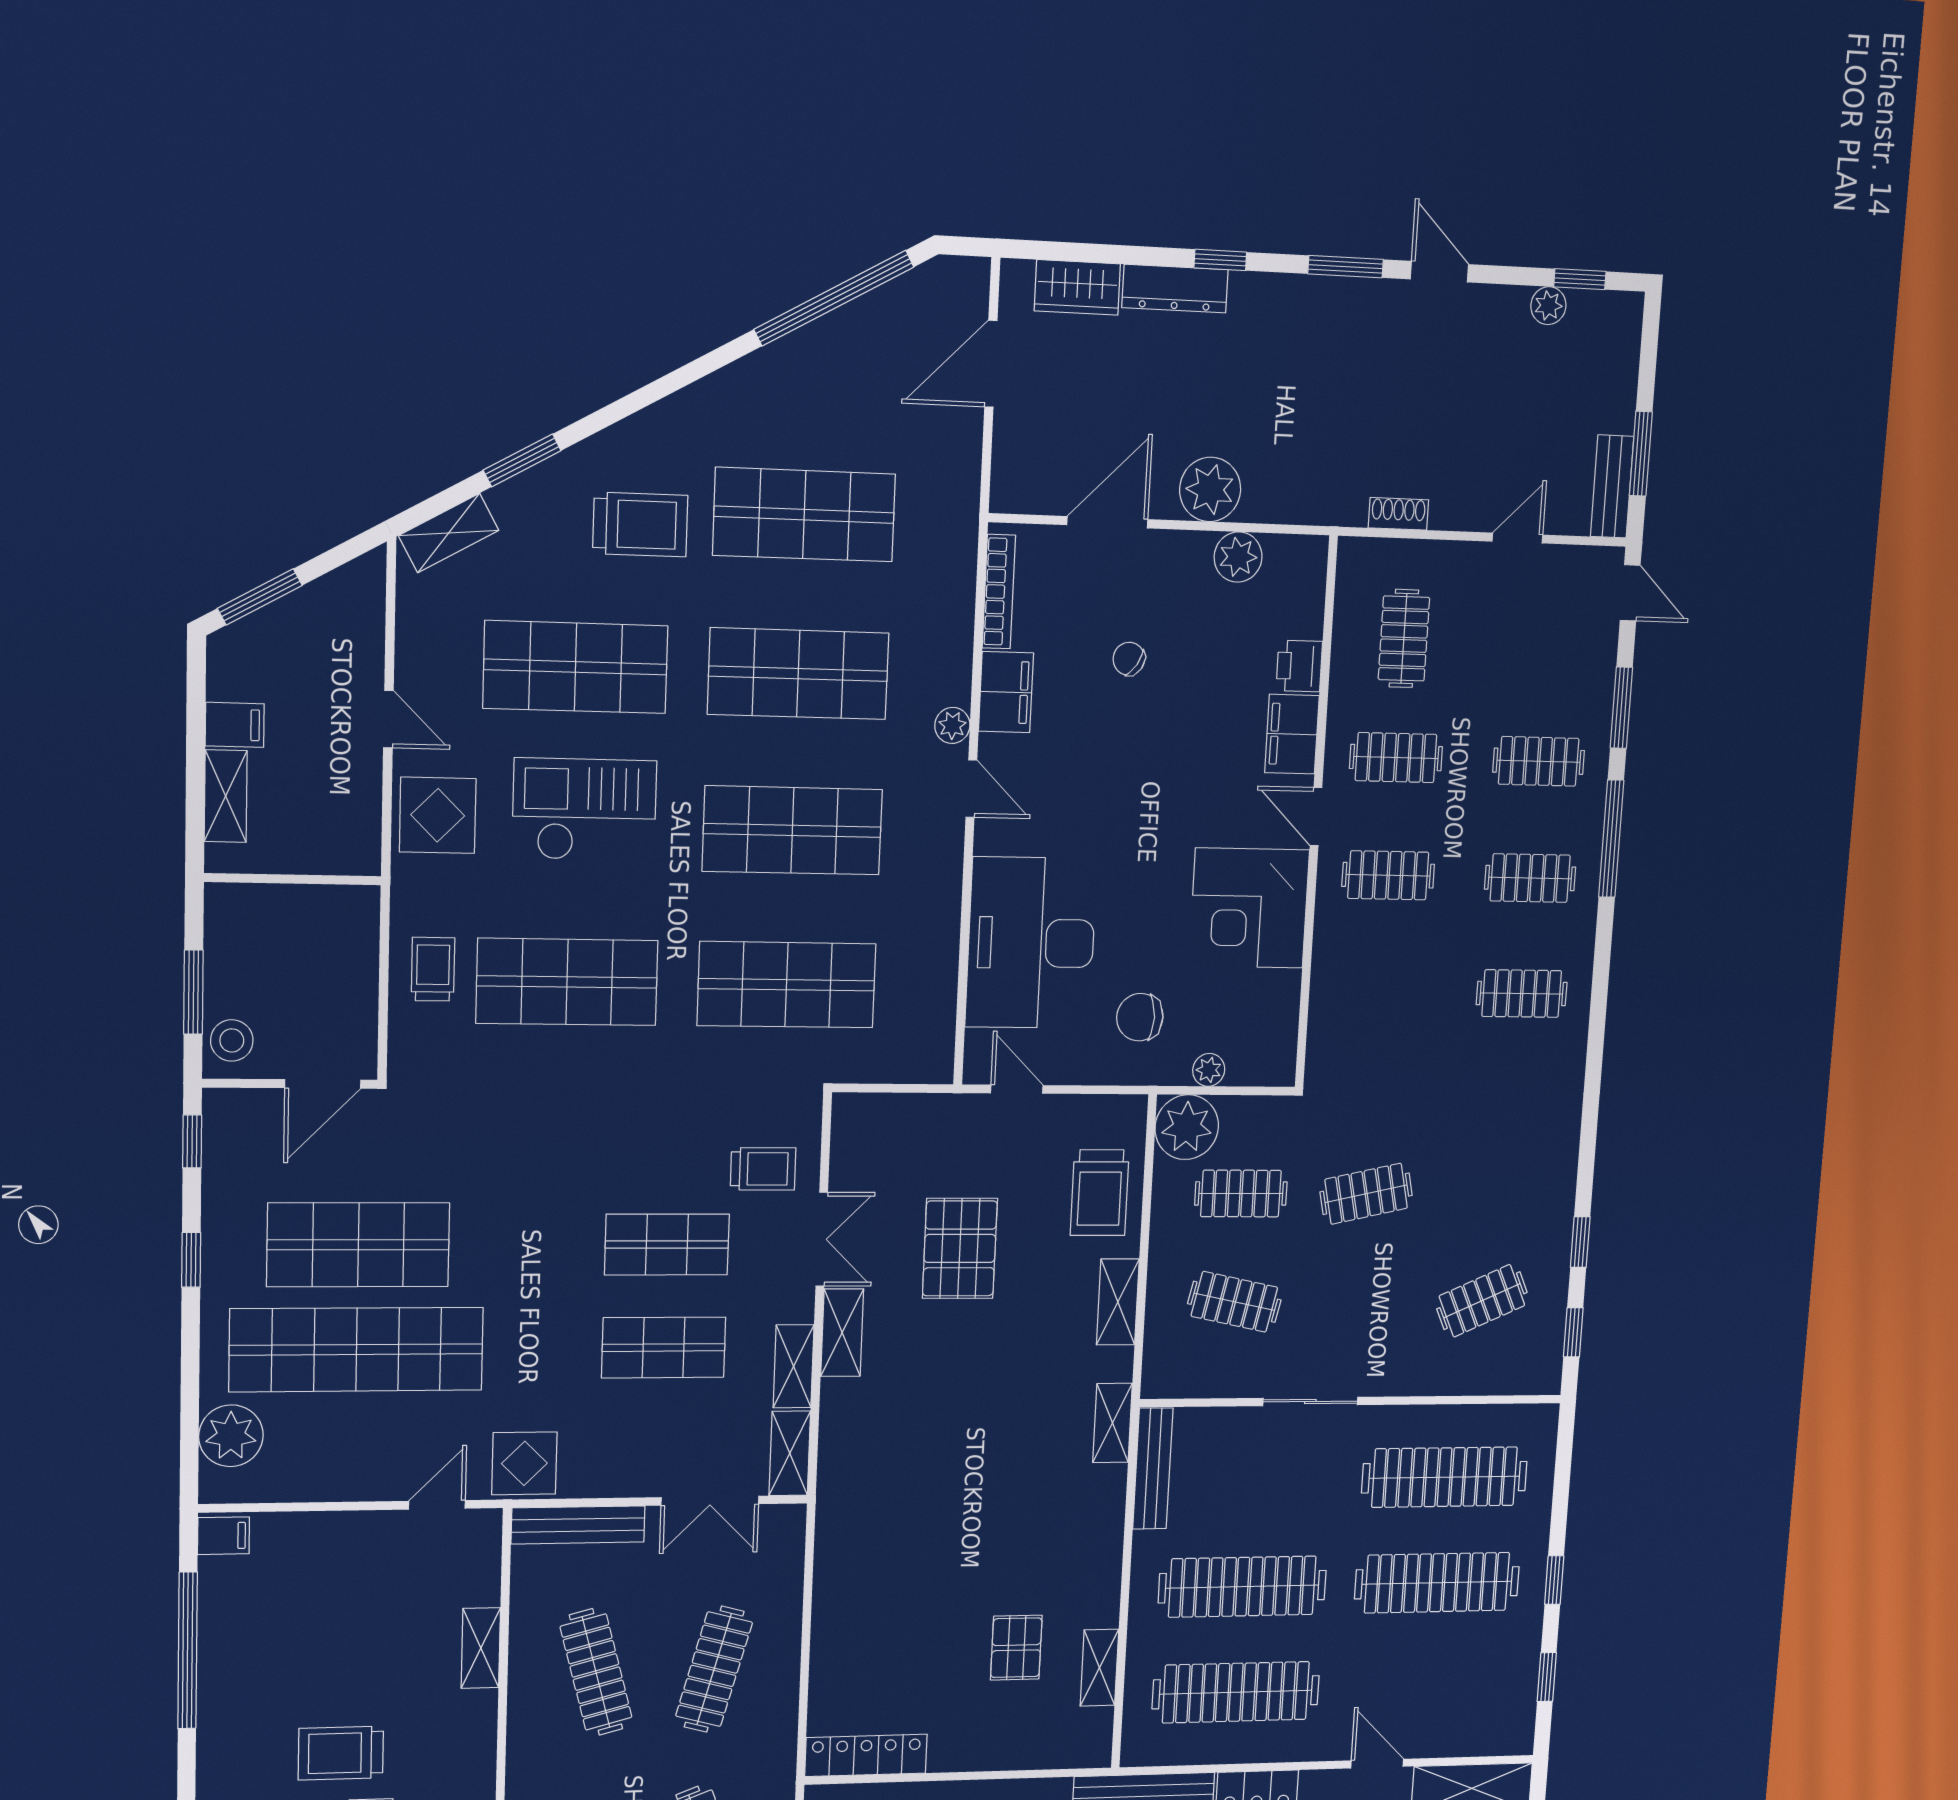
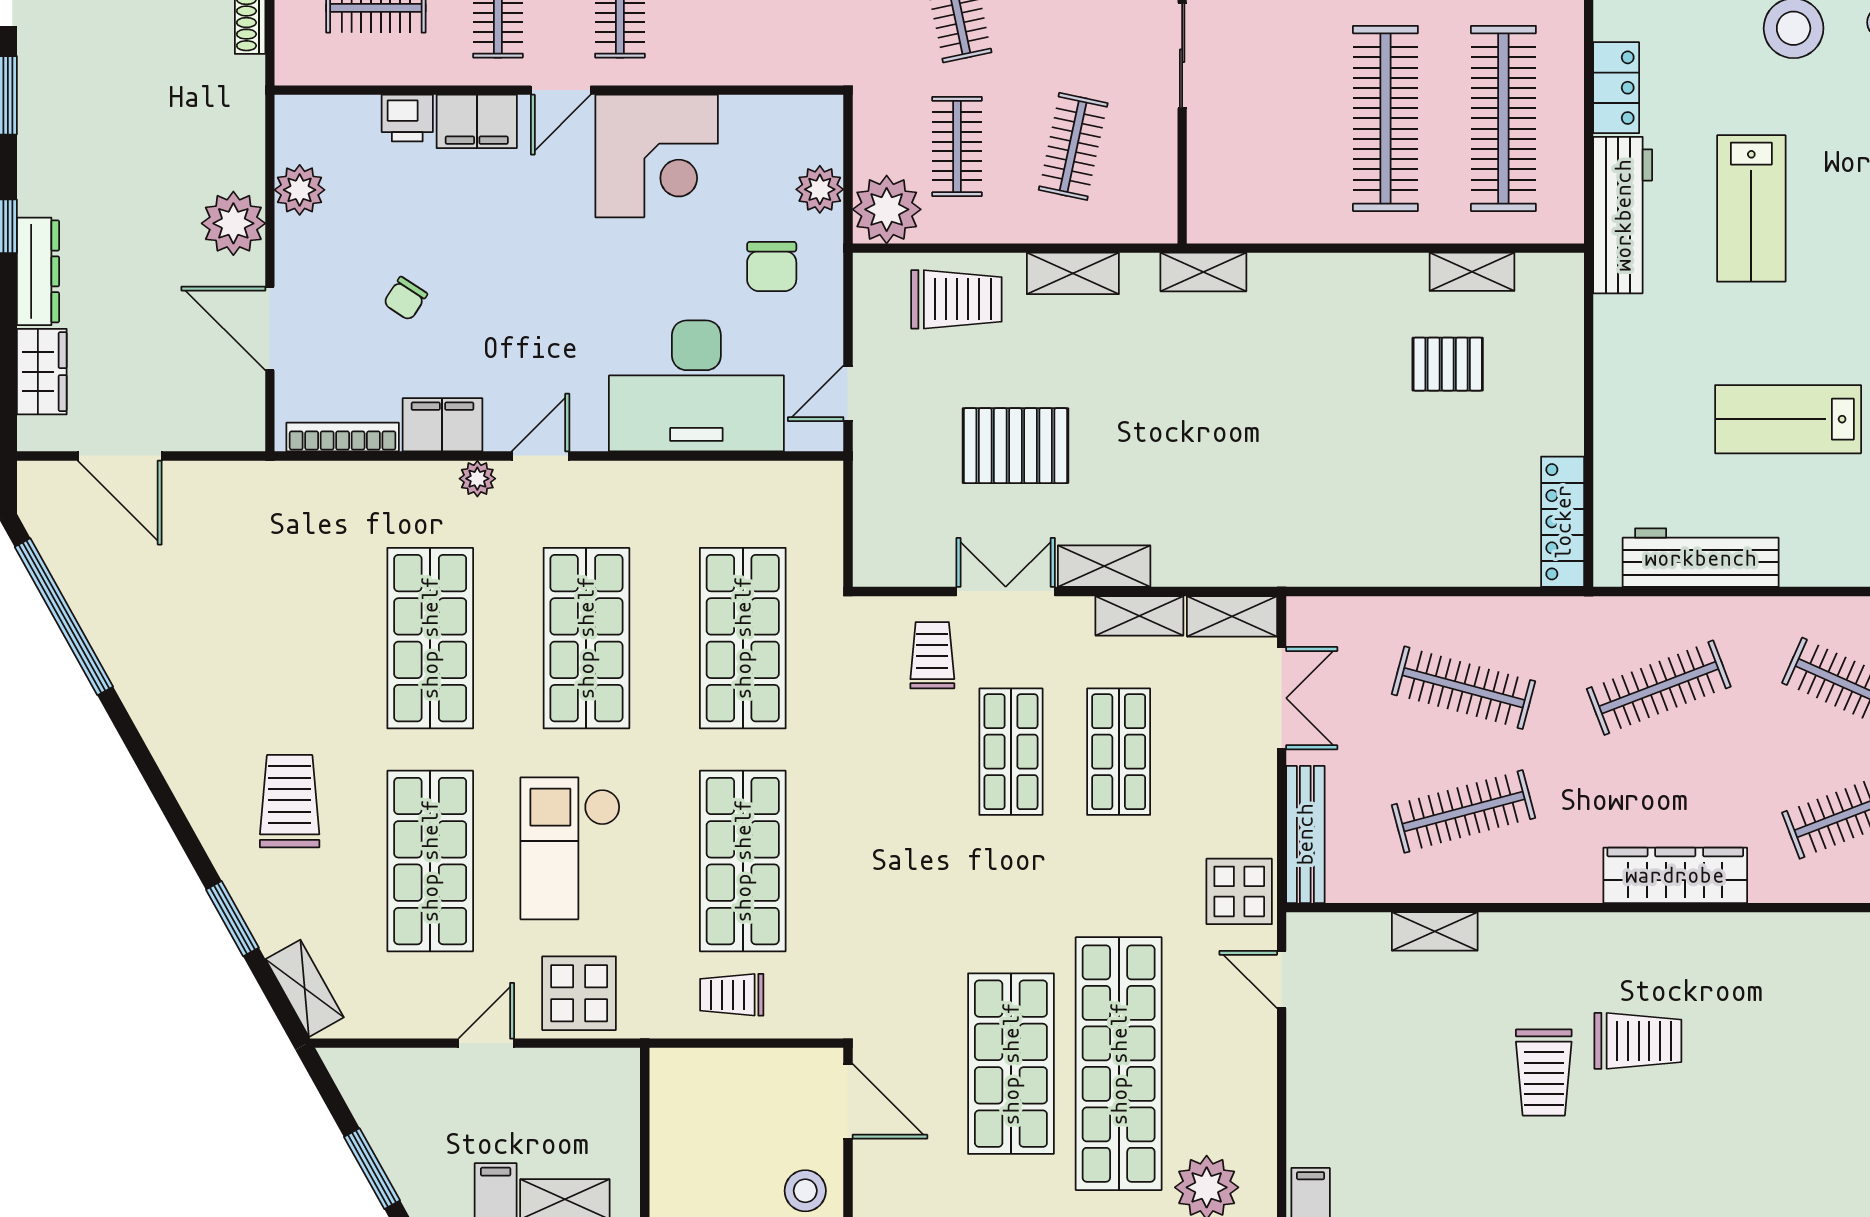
shop shelf: (804, 515) -> (274, 638), removed
plant: (1209, 1070) -> (820, 189), width x1.38, depth x1.38
bench: (1153, 1469) -> (1254, 225), removed

